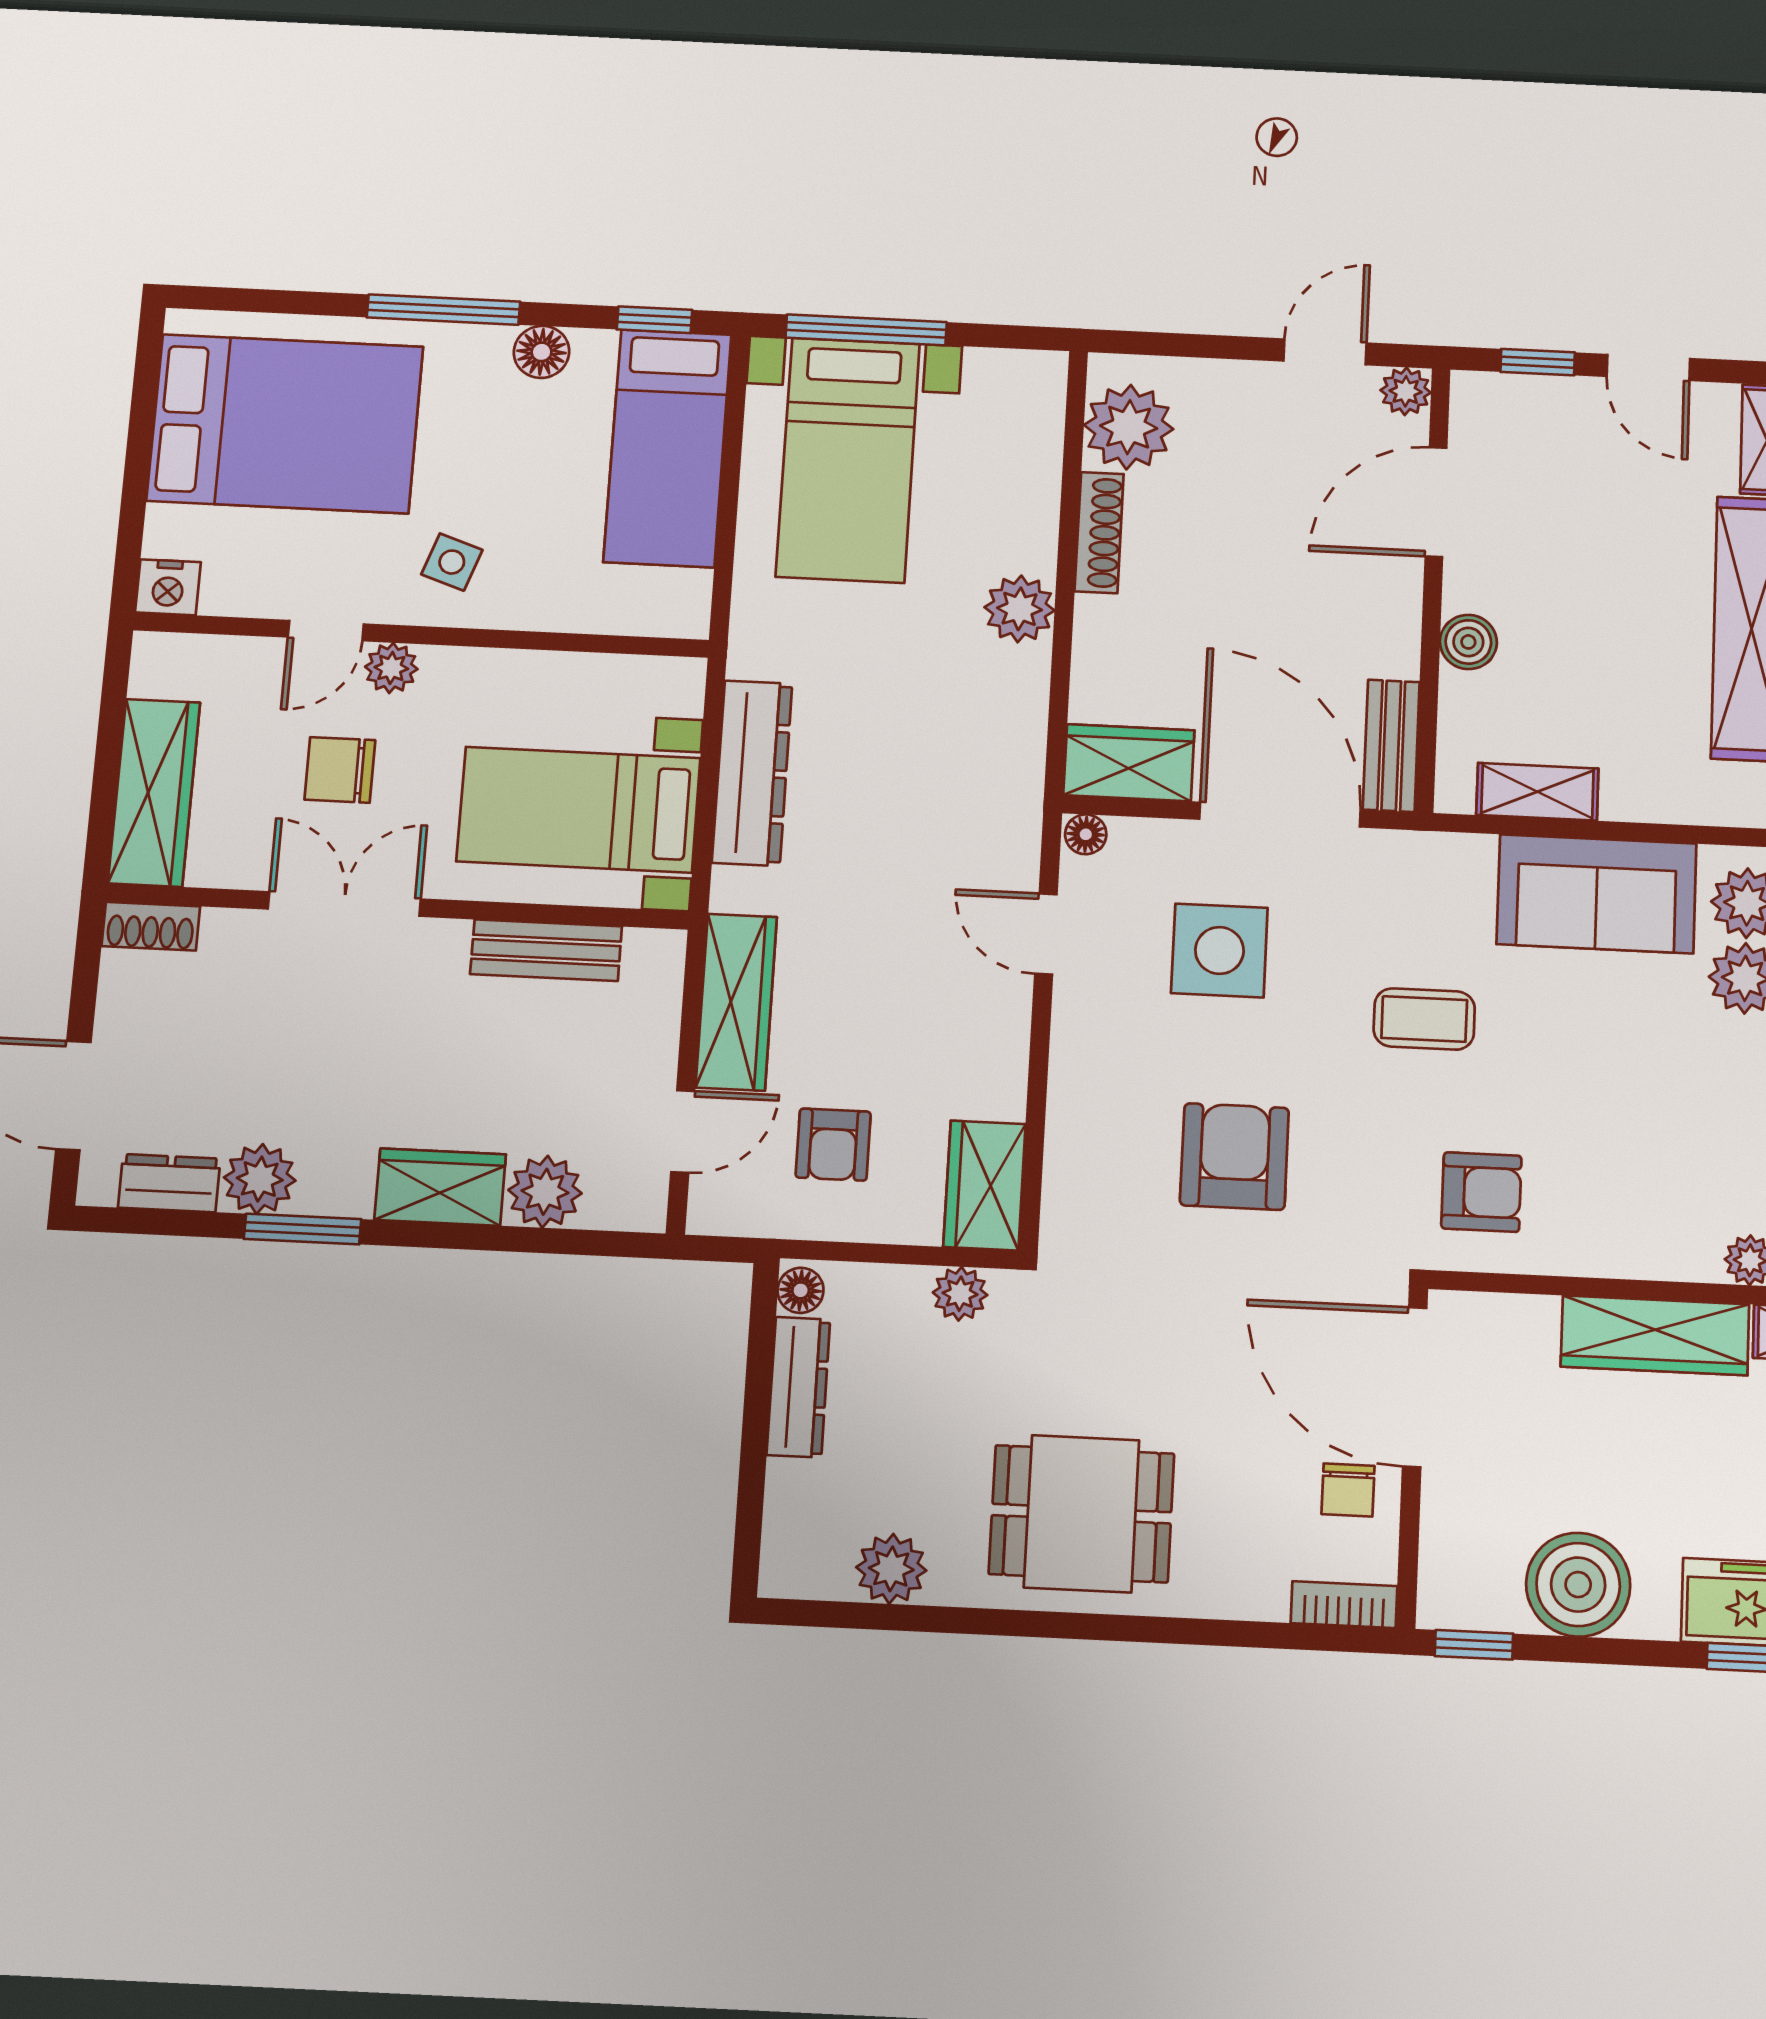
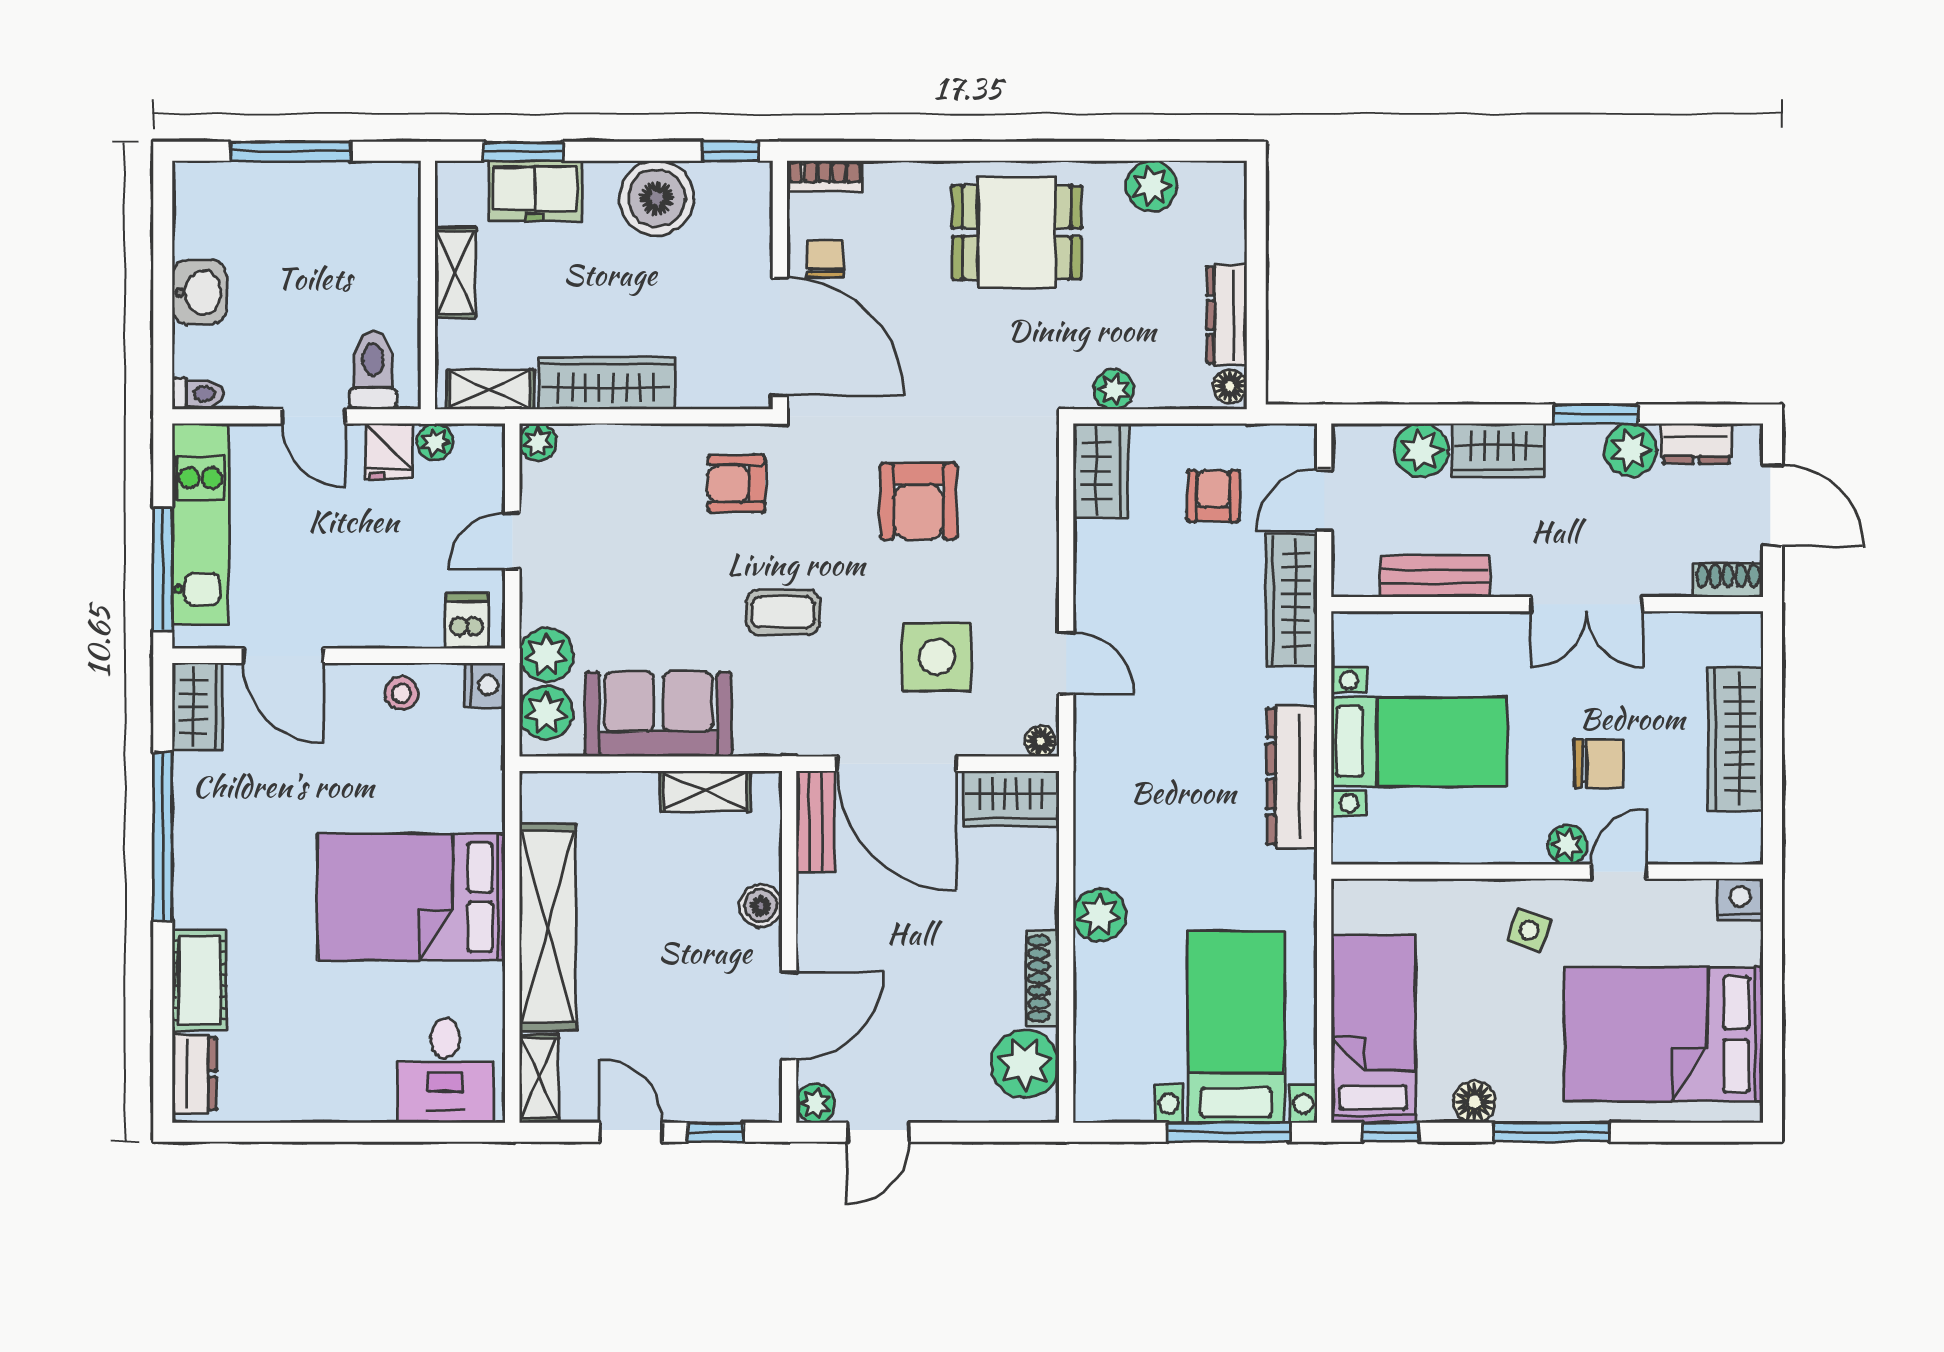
double door: (344, 904) -> (1587, 604), moved
wall: (398, 907) -> (1547, 604), moved
shoe rack: (151, 926) -> (1728, 580), moved
bench: (546, 950) -> (1435, 576), moved

